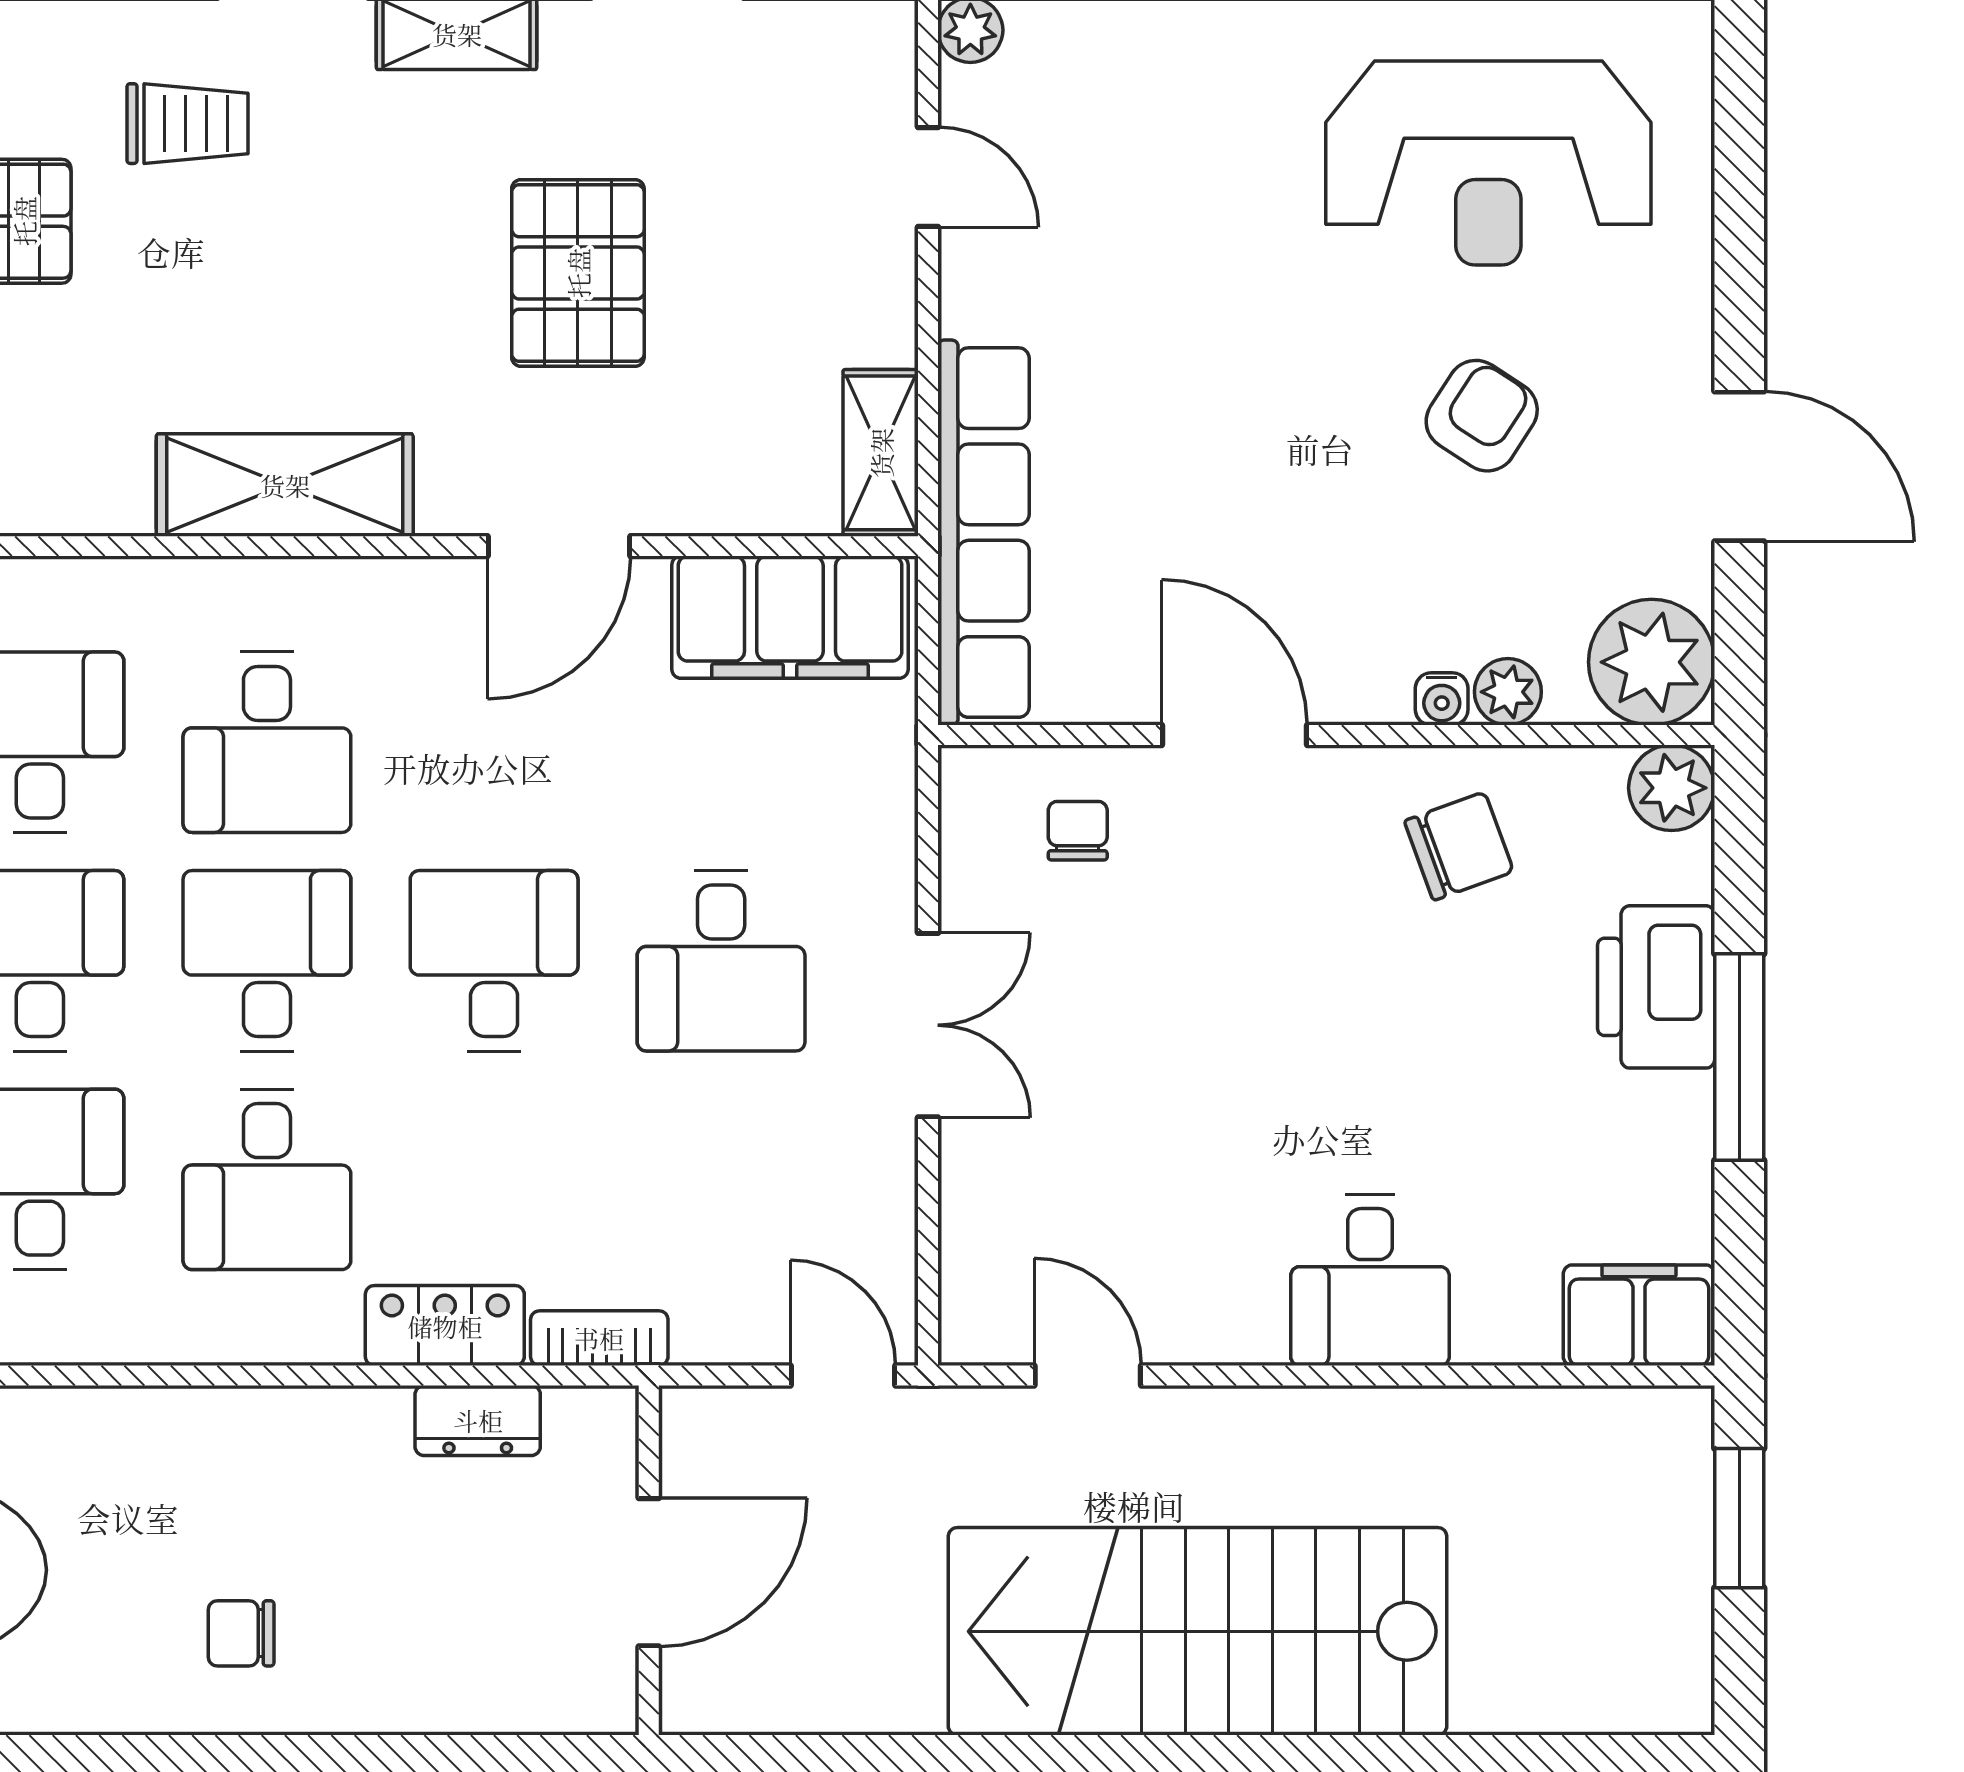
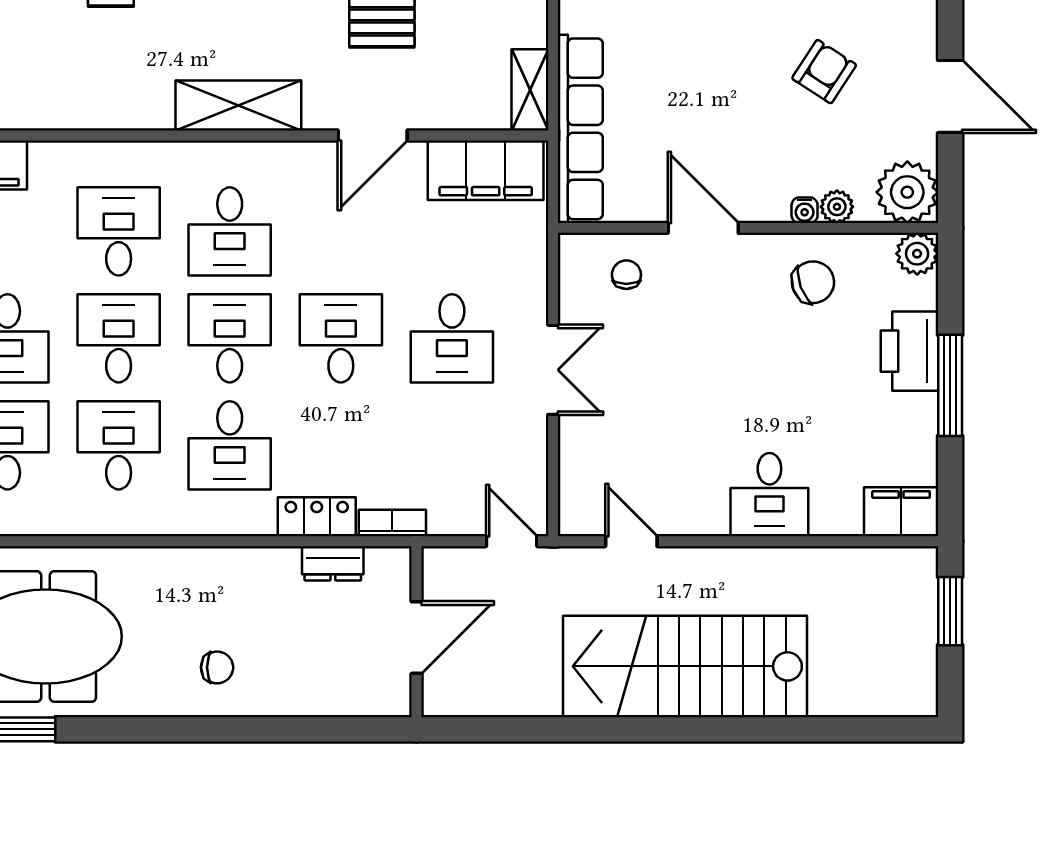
chair: (241, 1633) -> (217, 667), turned 180

